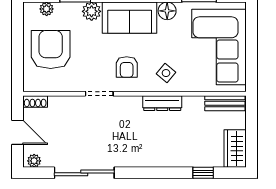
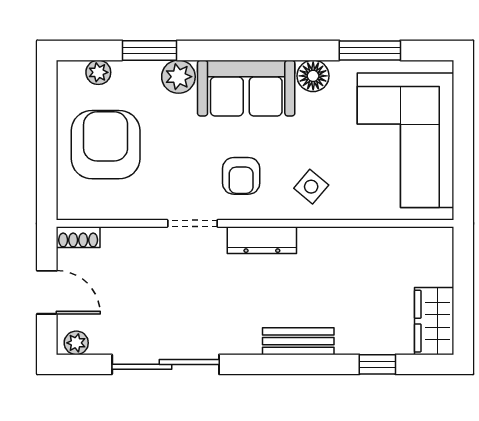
dresser: (162, 103) -> (262, 240), moved
bench: (225, 103) -> (298, 341), moved

